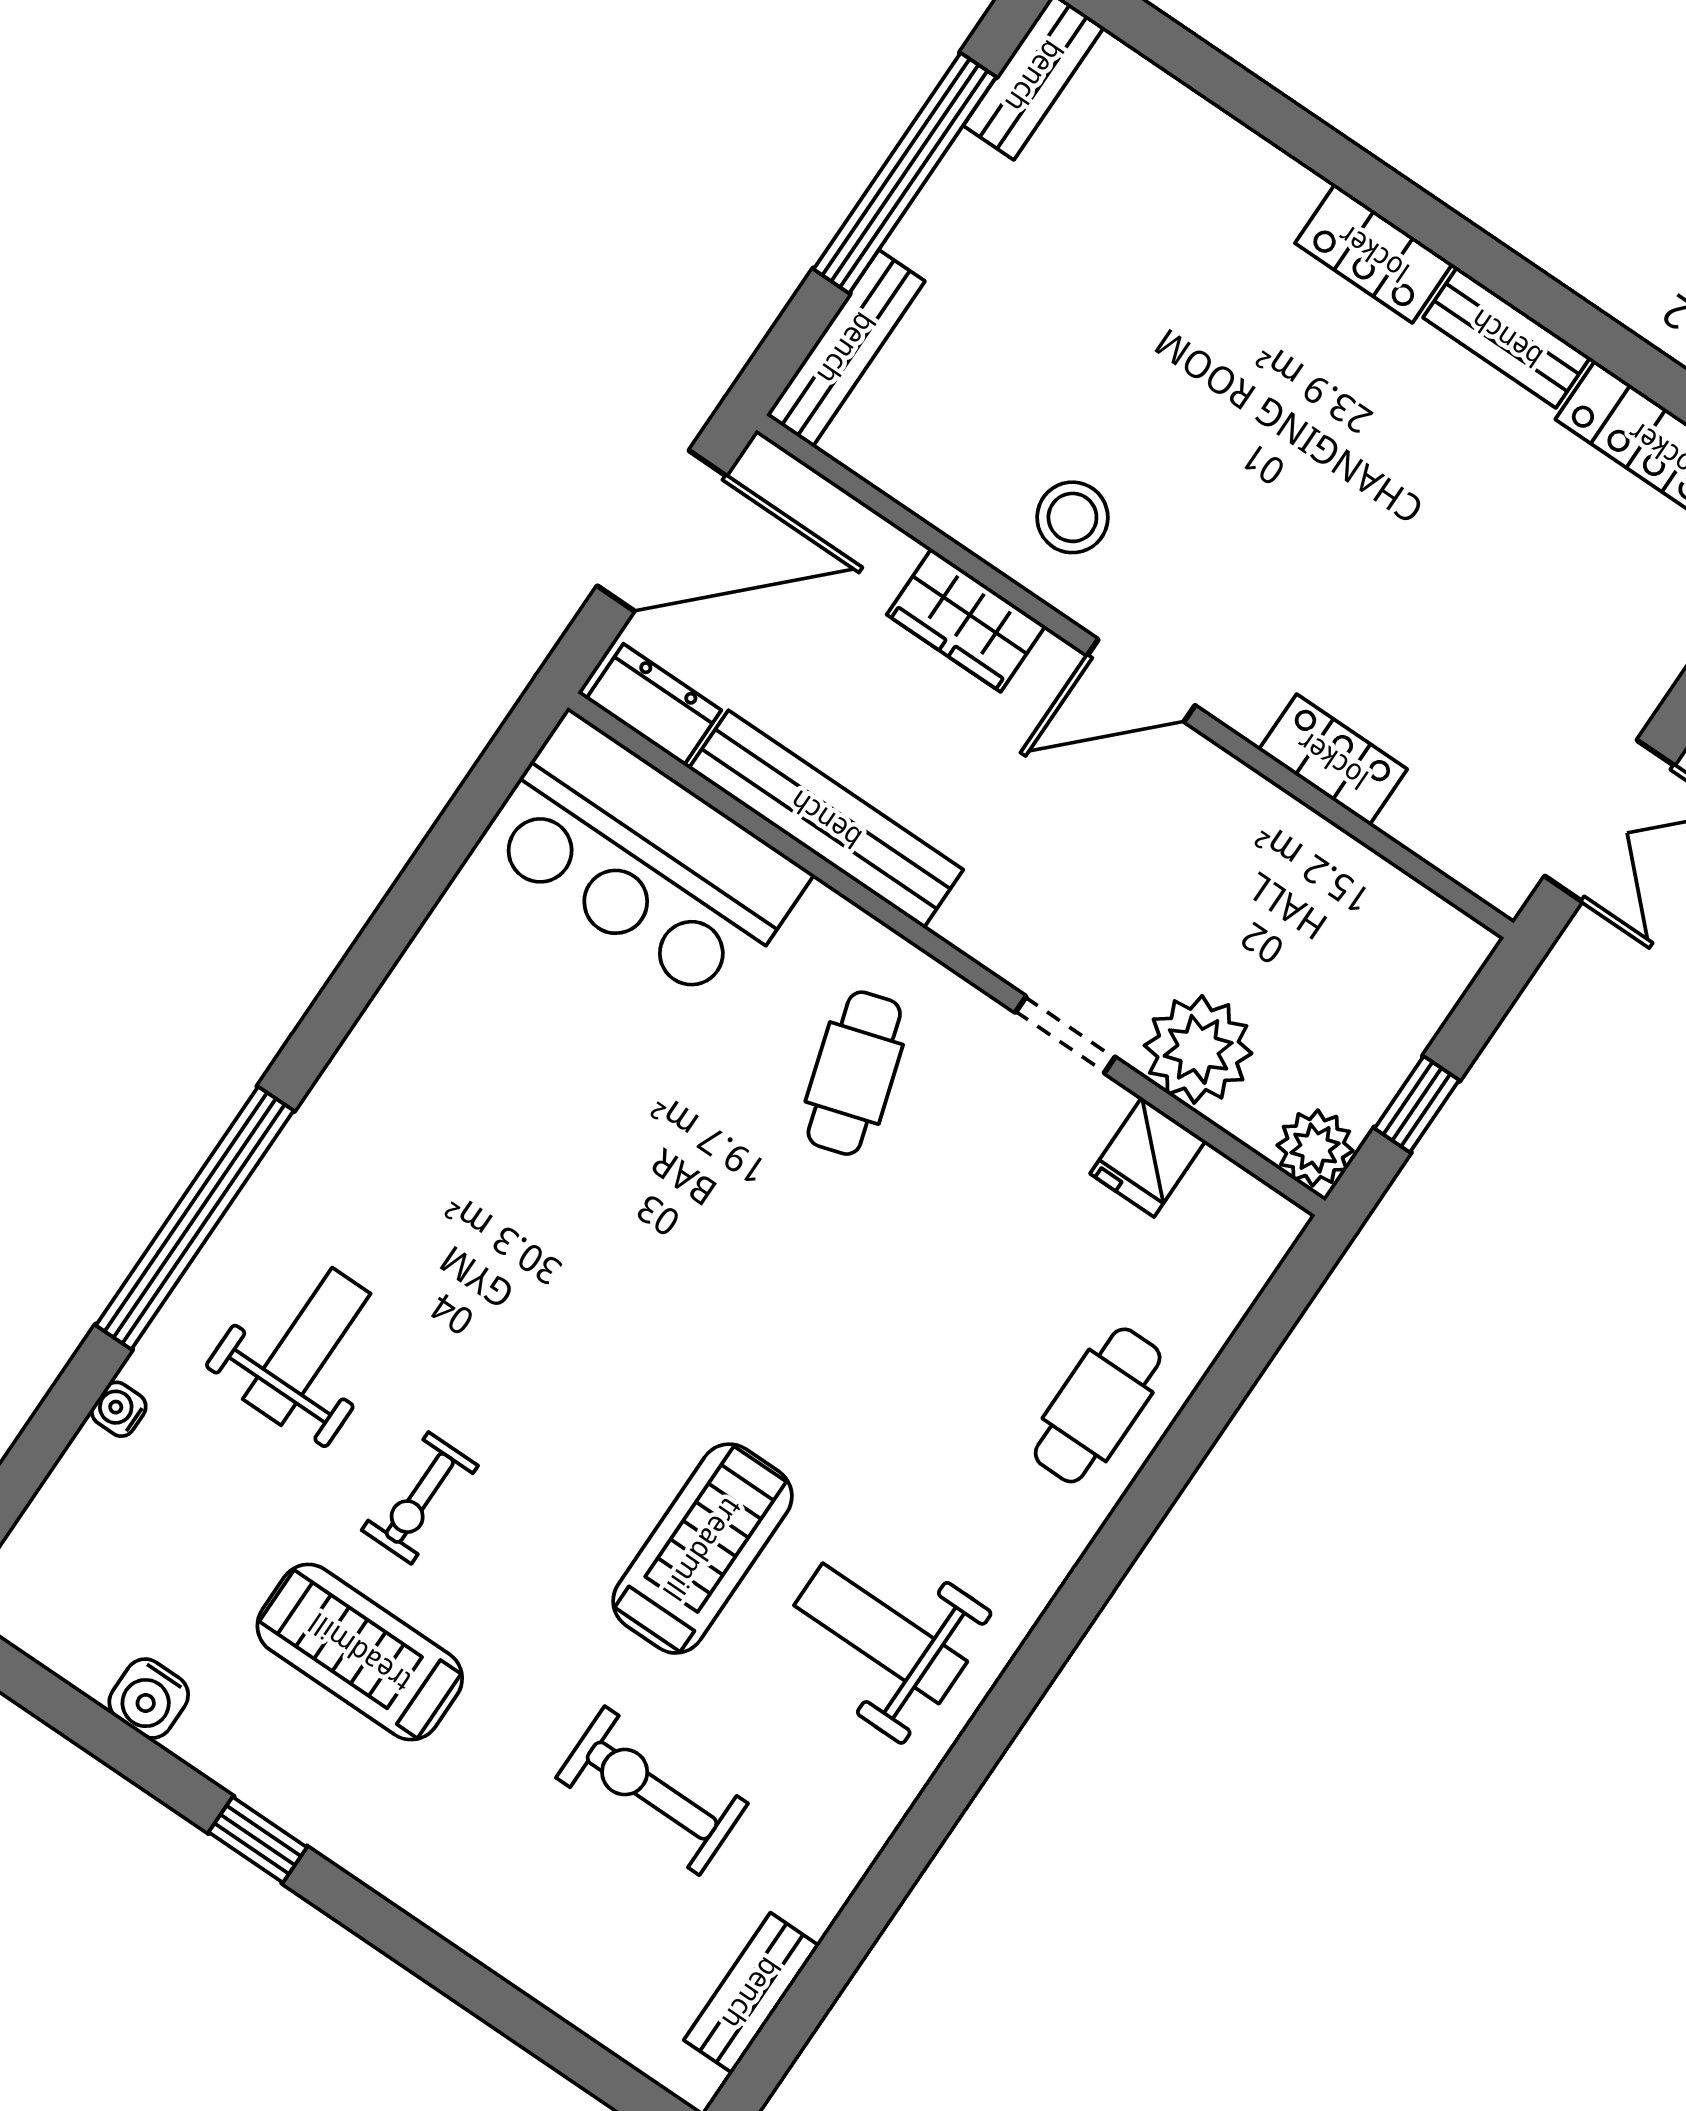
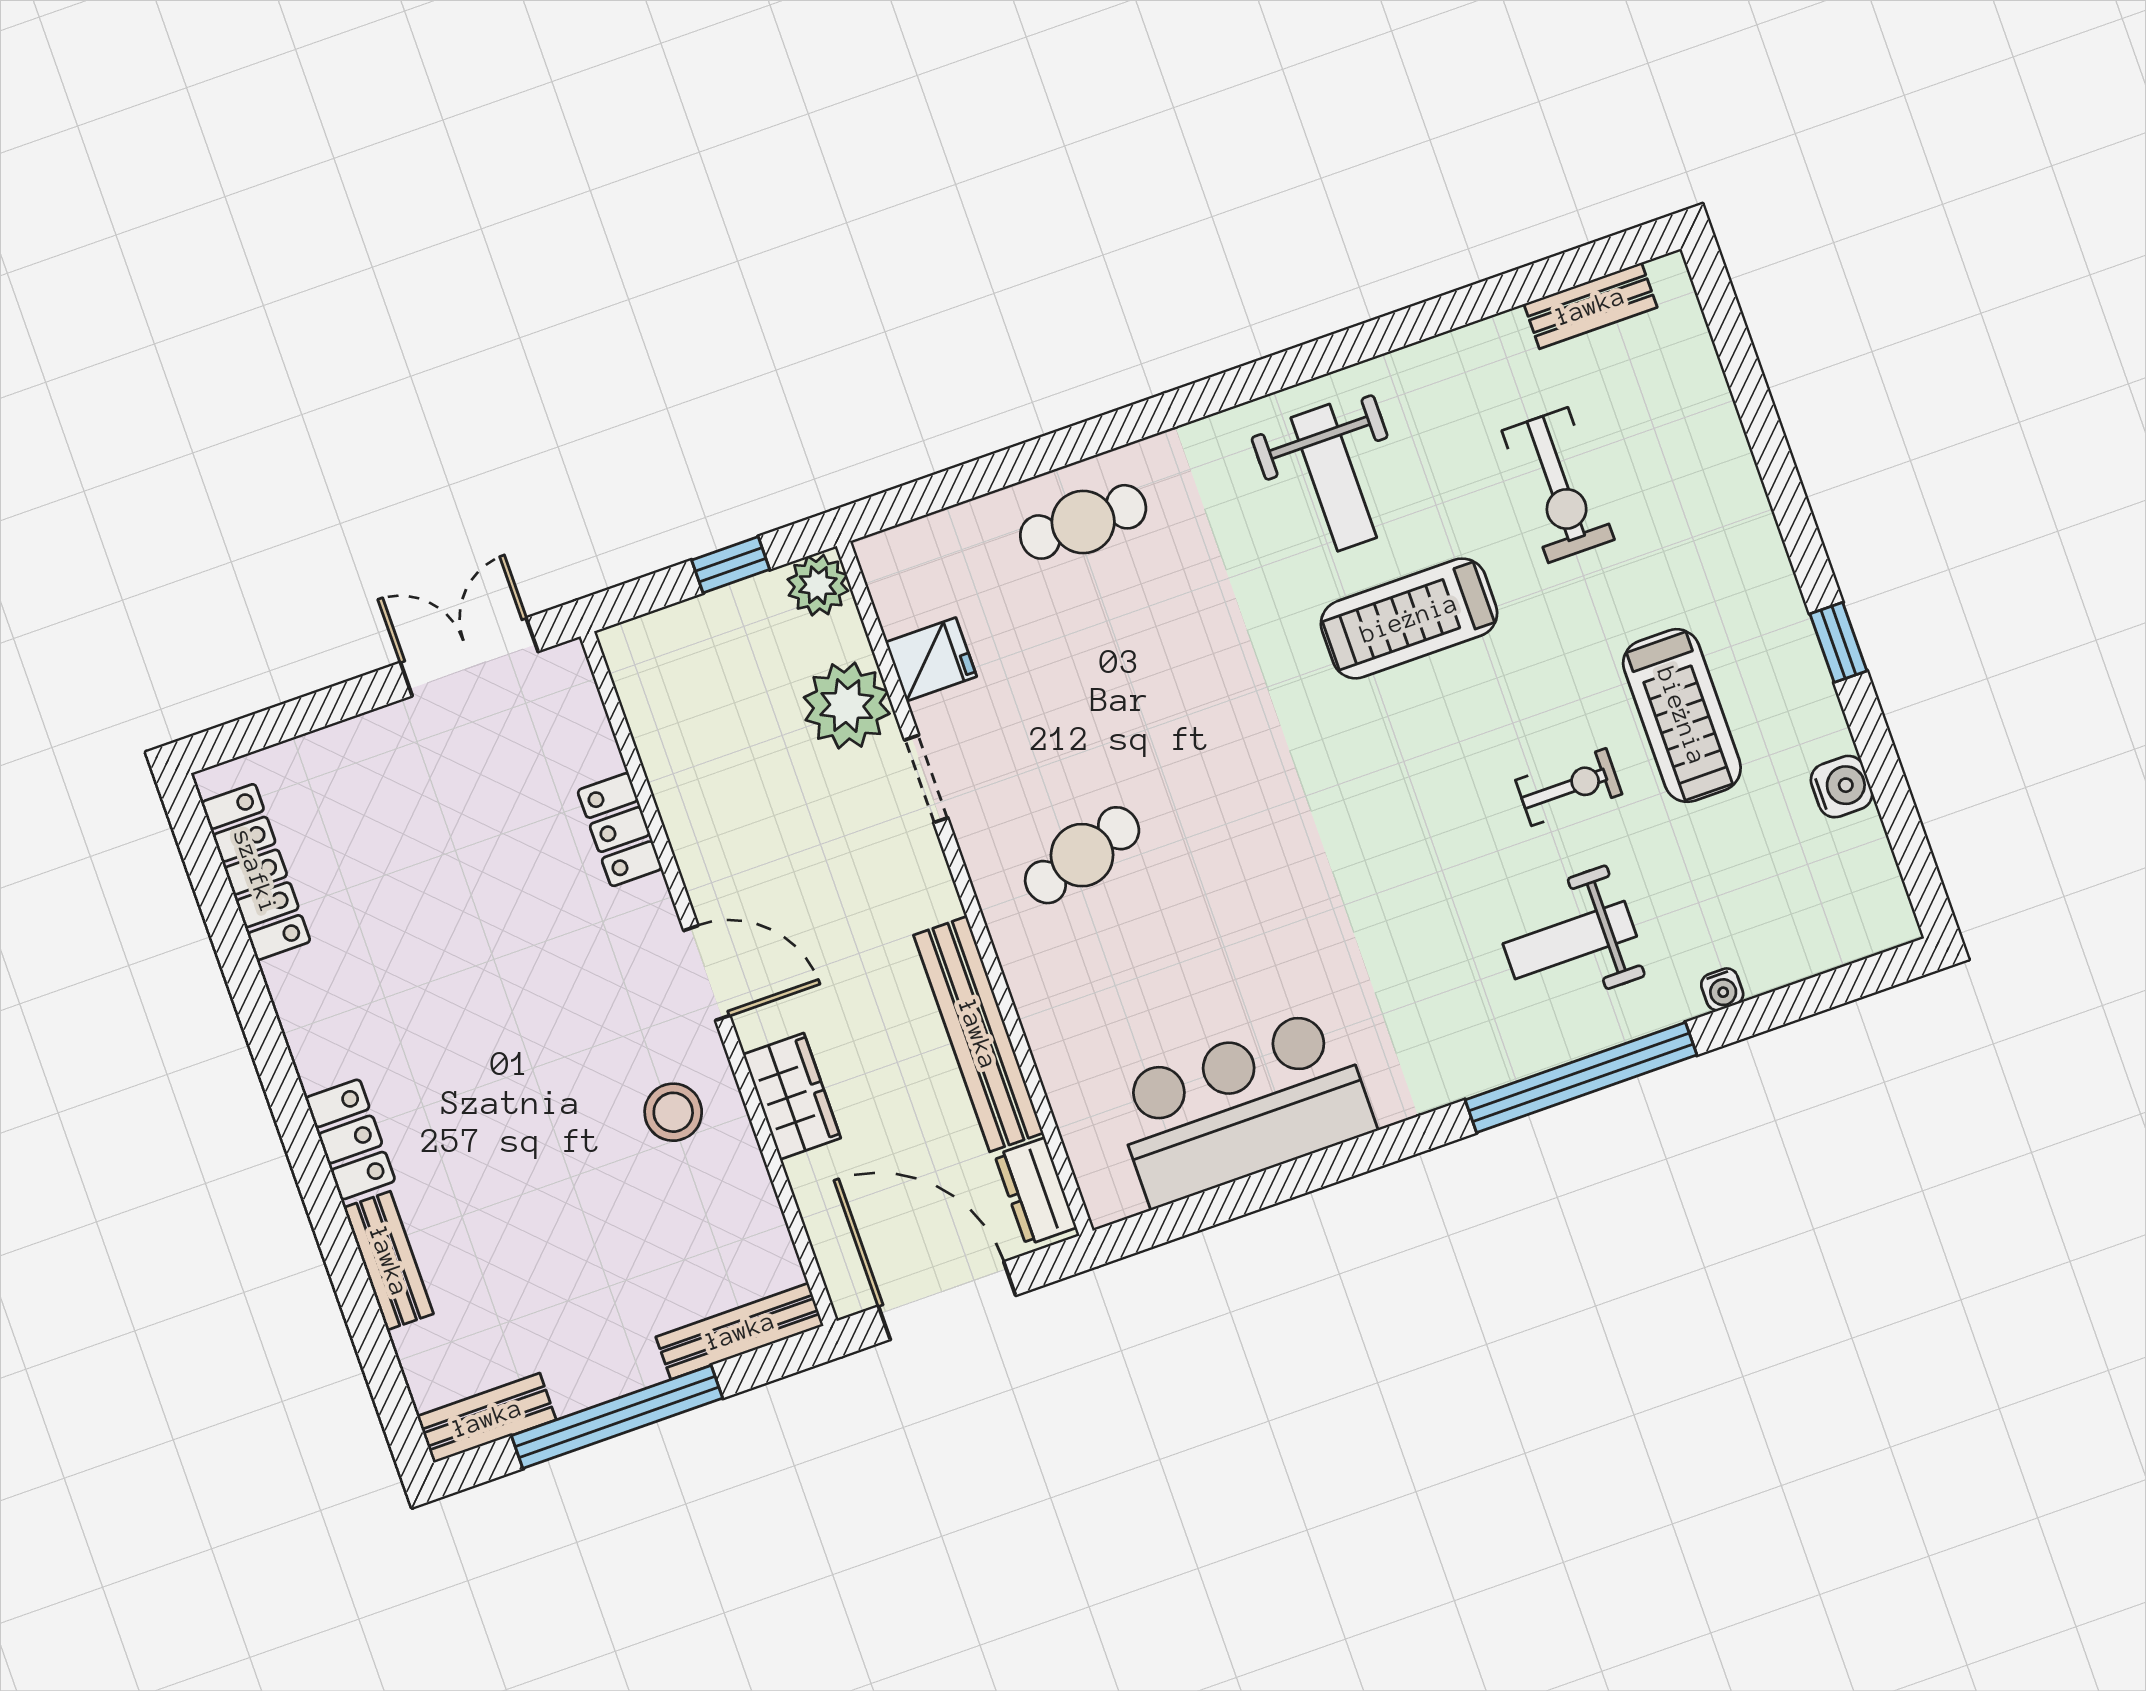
bench: (1507, 338) -> (389, 1261), moved
bar counter: (645, 859) -> (1242, 1107), moved, turned -90

